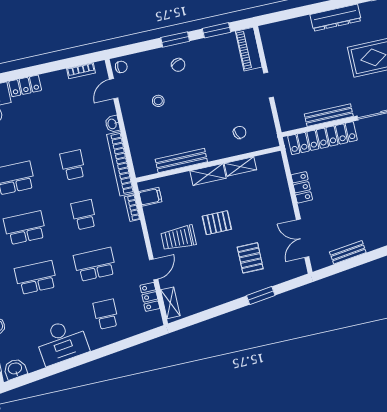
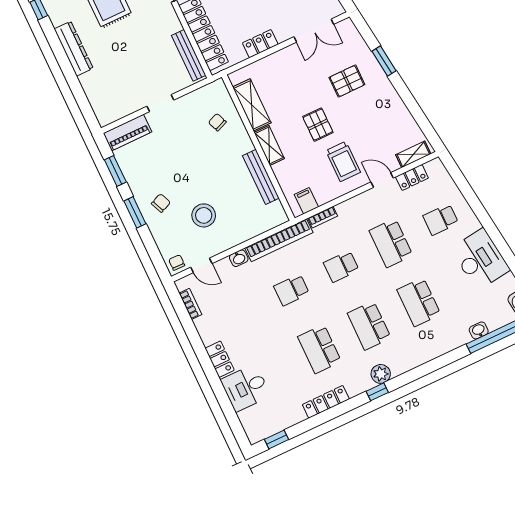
stool: (158, 101) -> (204, 215), width x1.89, depth x1.89
bench: (329, 115) -> (189, 55), moved
shelving: (240, 167) -> (252, 105), width x1.50, depth x1.33

